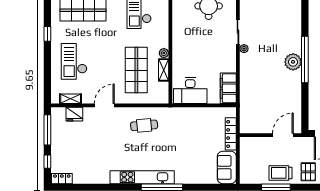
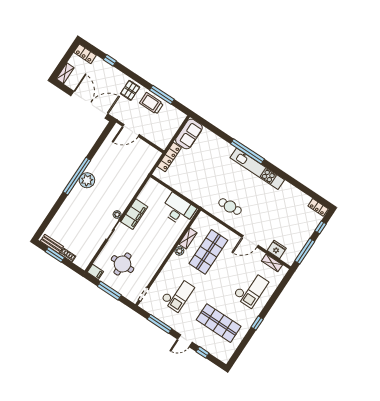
filing cabinet: (228, 88) -> (134, 214), moved
trolley: (280, 173) -> (151, 103), turned 180

